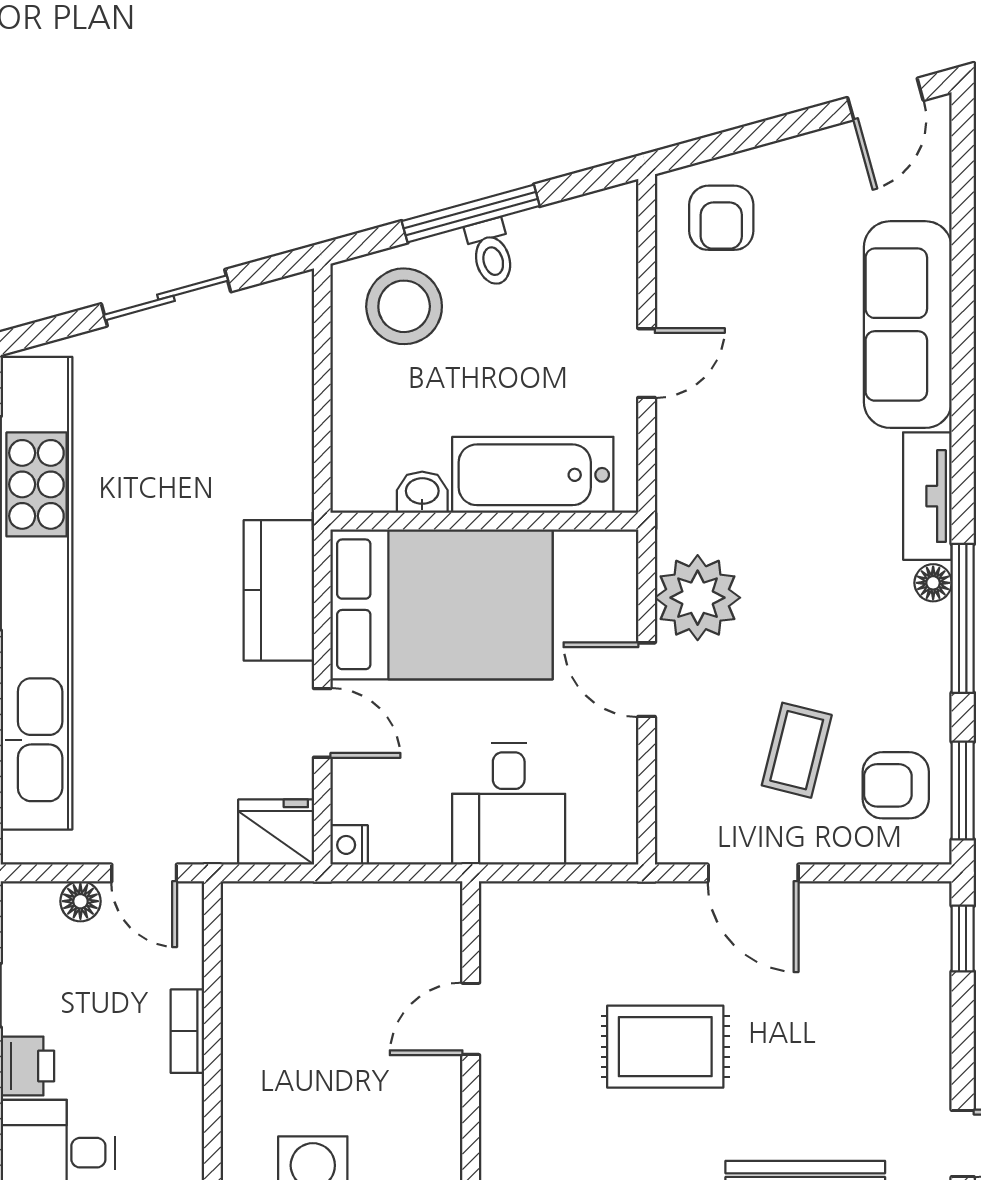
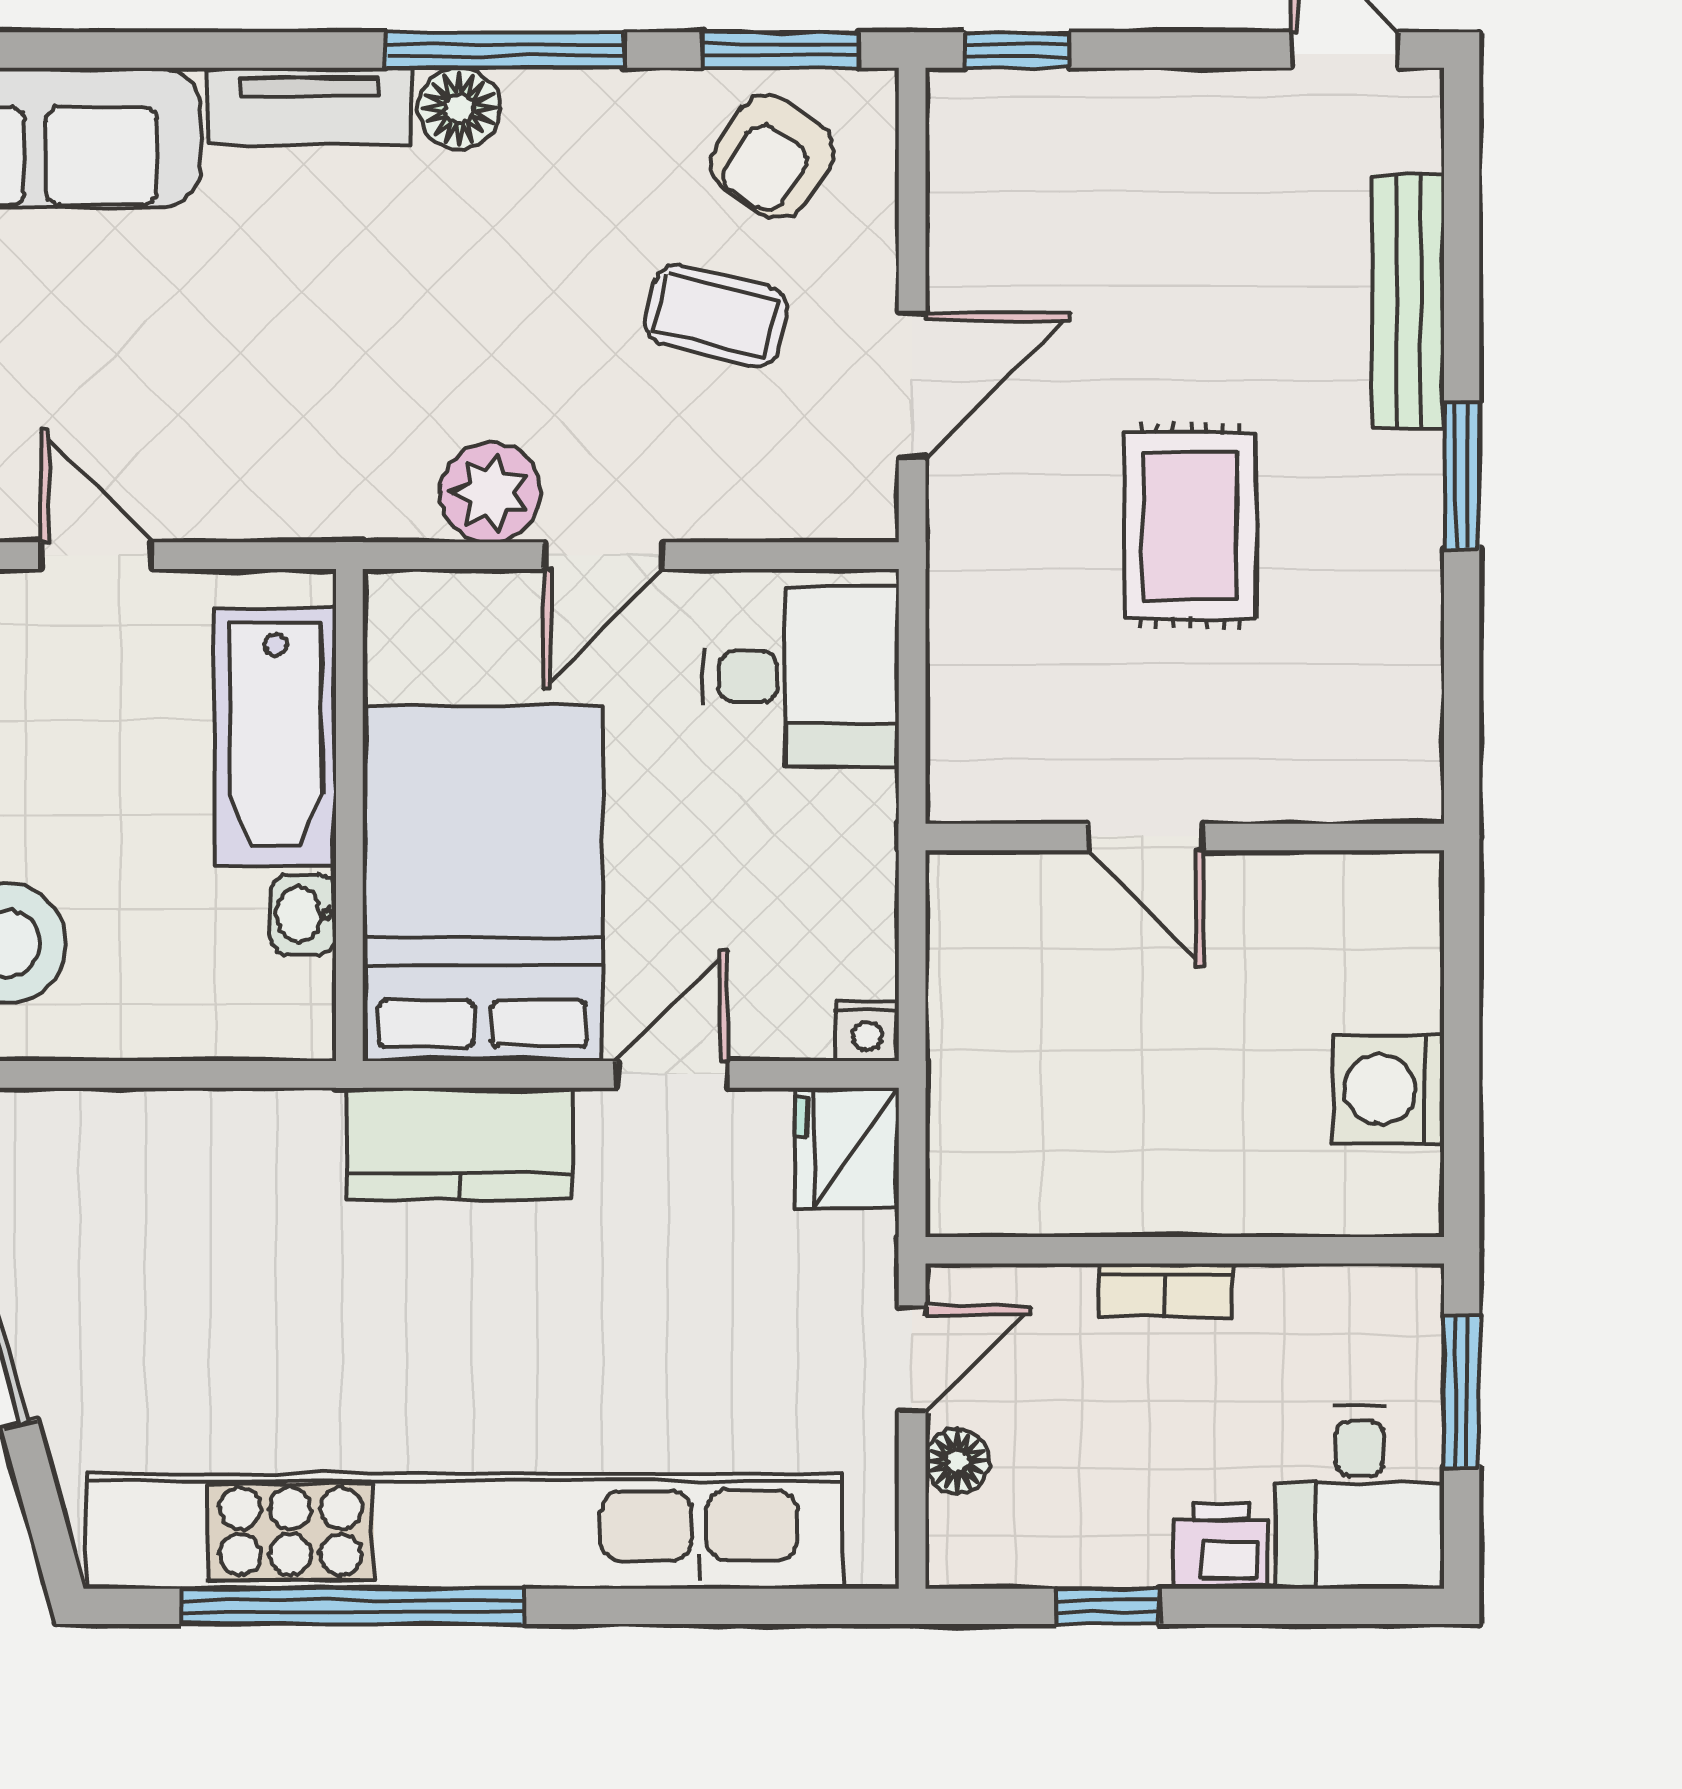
floor lamp: (933, 583) -> (459, 108), width x1.37, depth x1.37
plant: (698, 598) -> (490, 492), width x0.73, depth x0.73
armchair: (896, 785) -> (772, 157), turned 34
desk: (509, 804) -> (801, 676), moved

